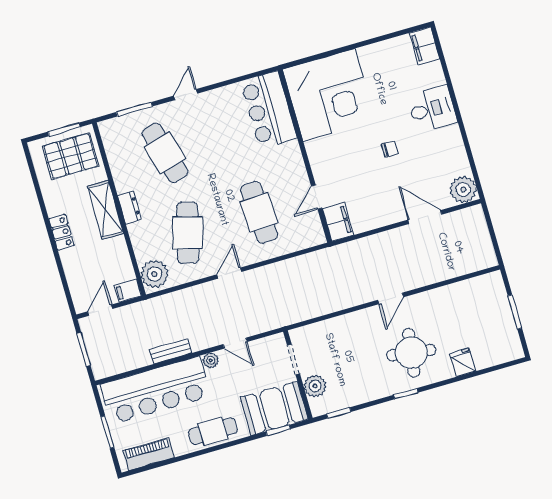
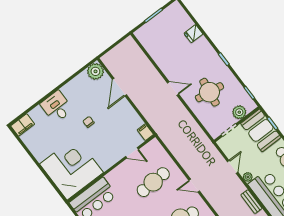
filing cabinet: (338, 222) -> (145, 132), width x0.50
round table: (411, 353) -> (209, 92), moved

